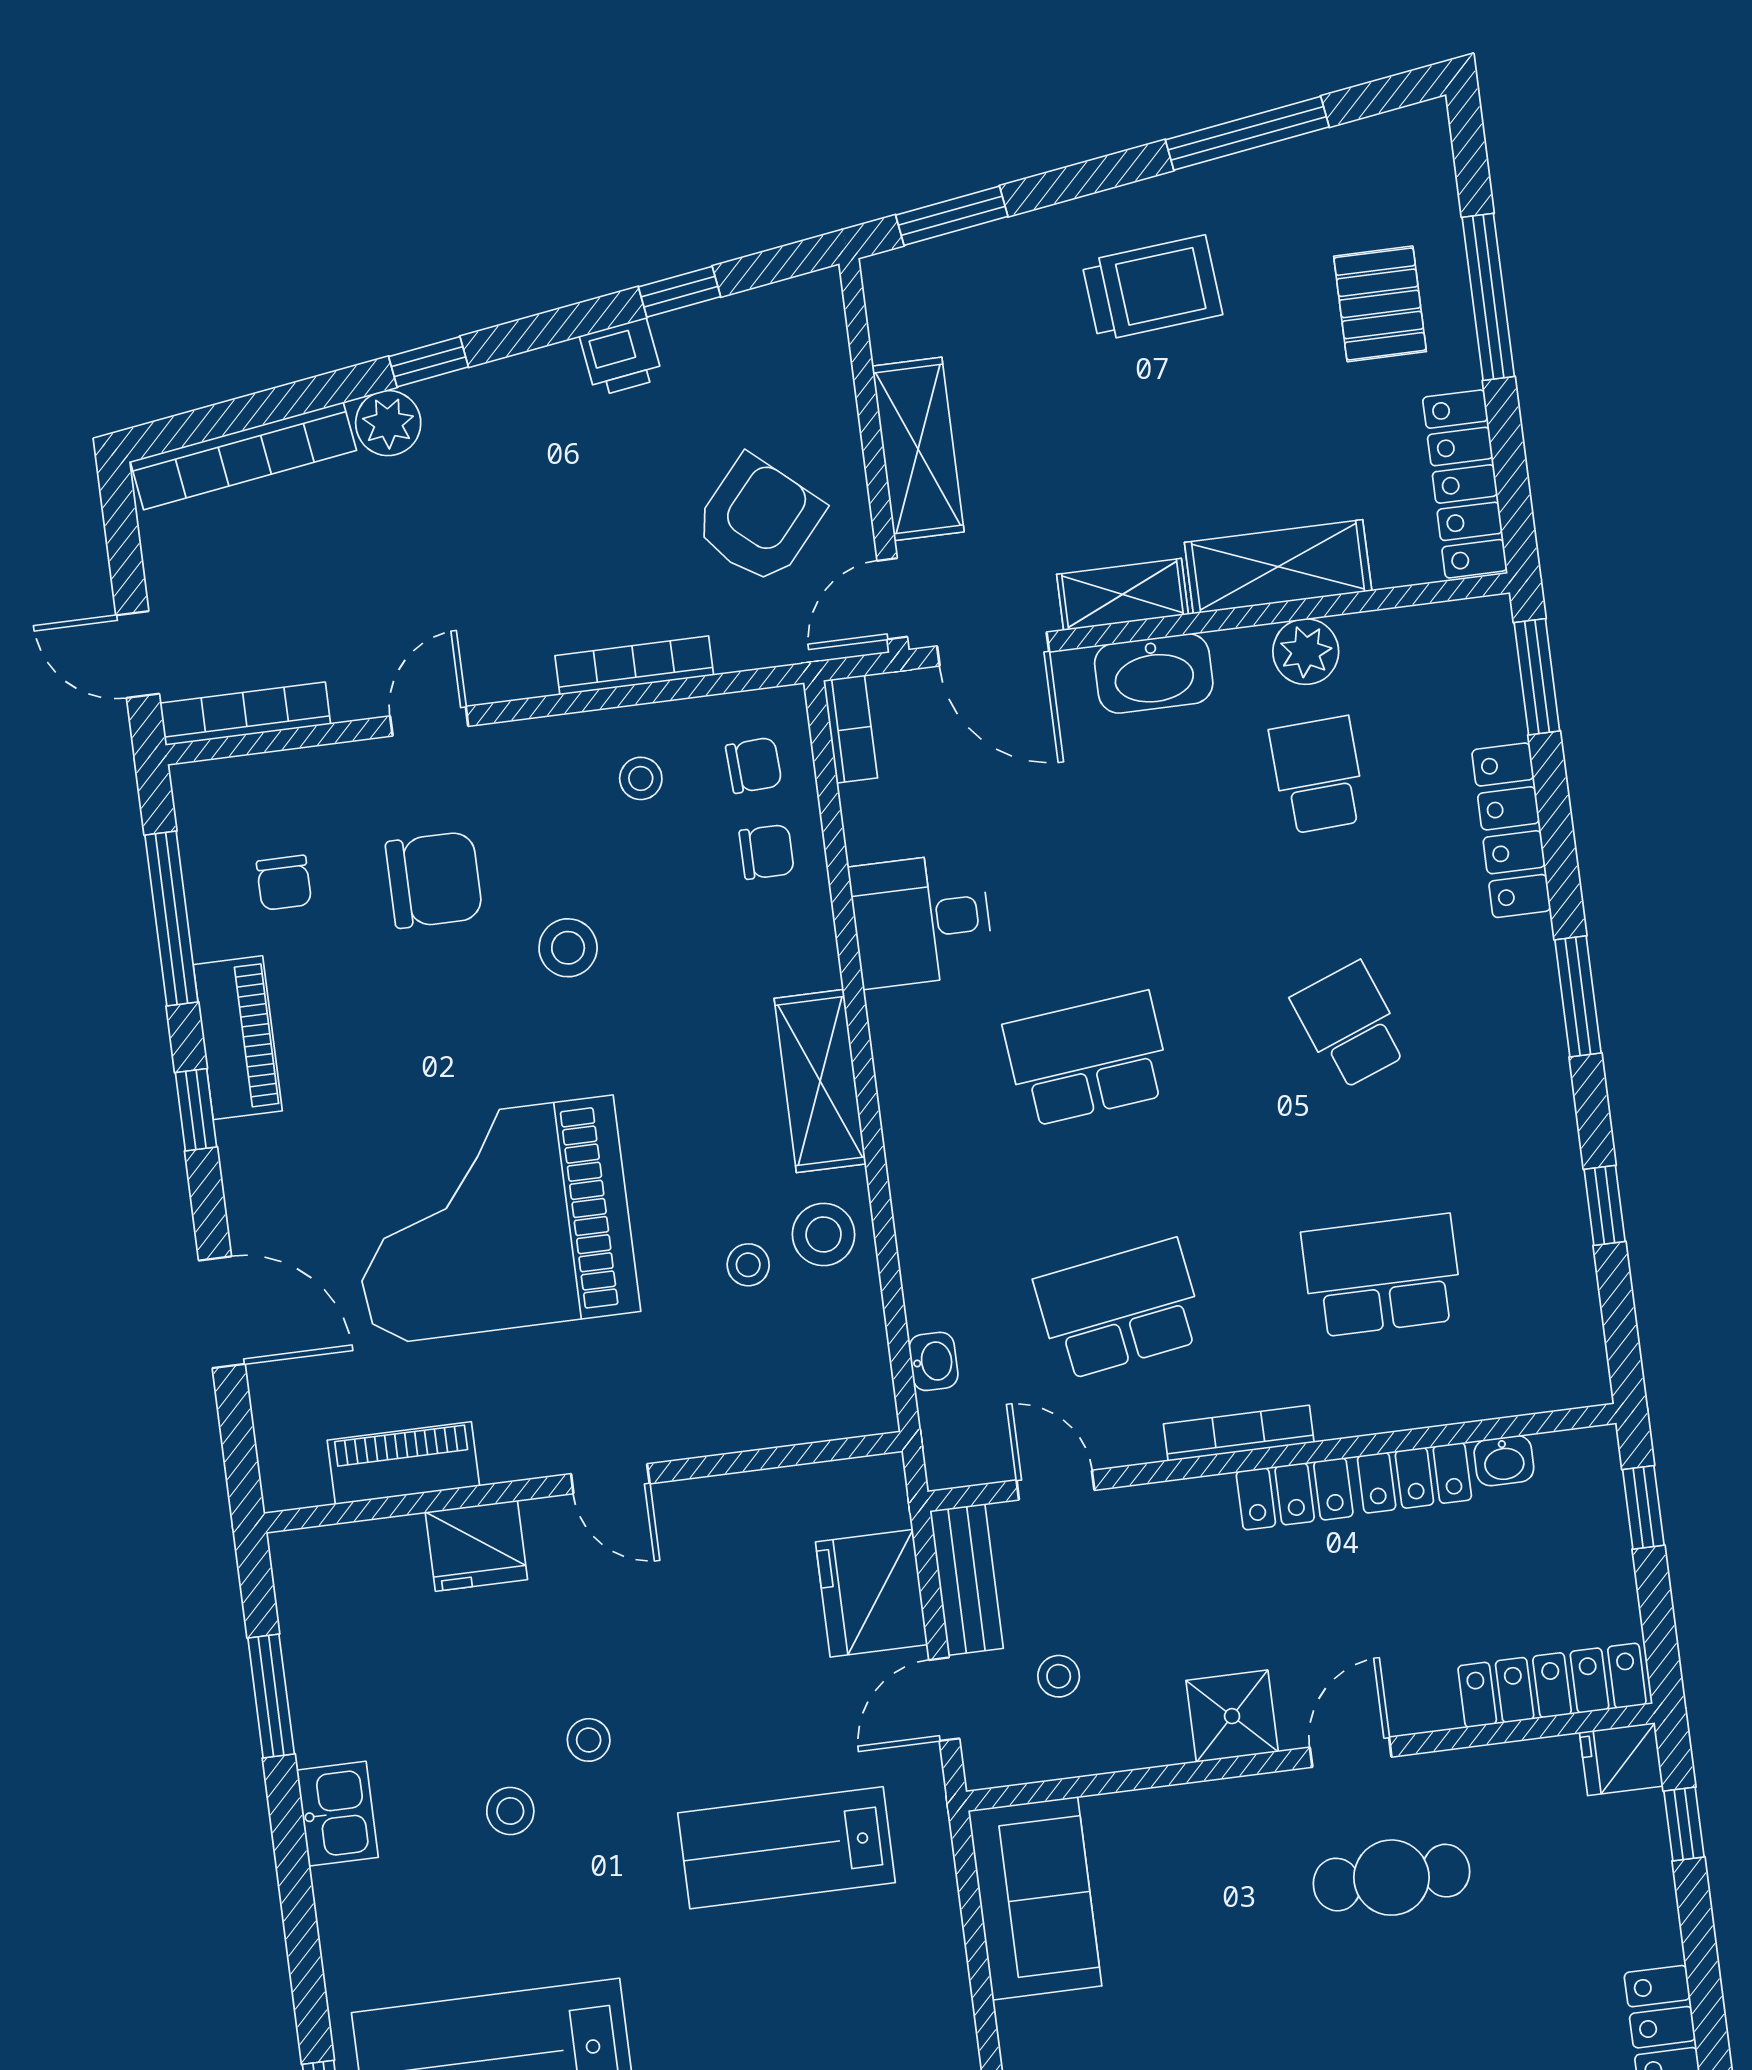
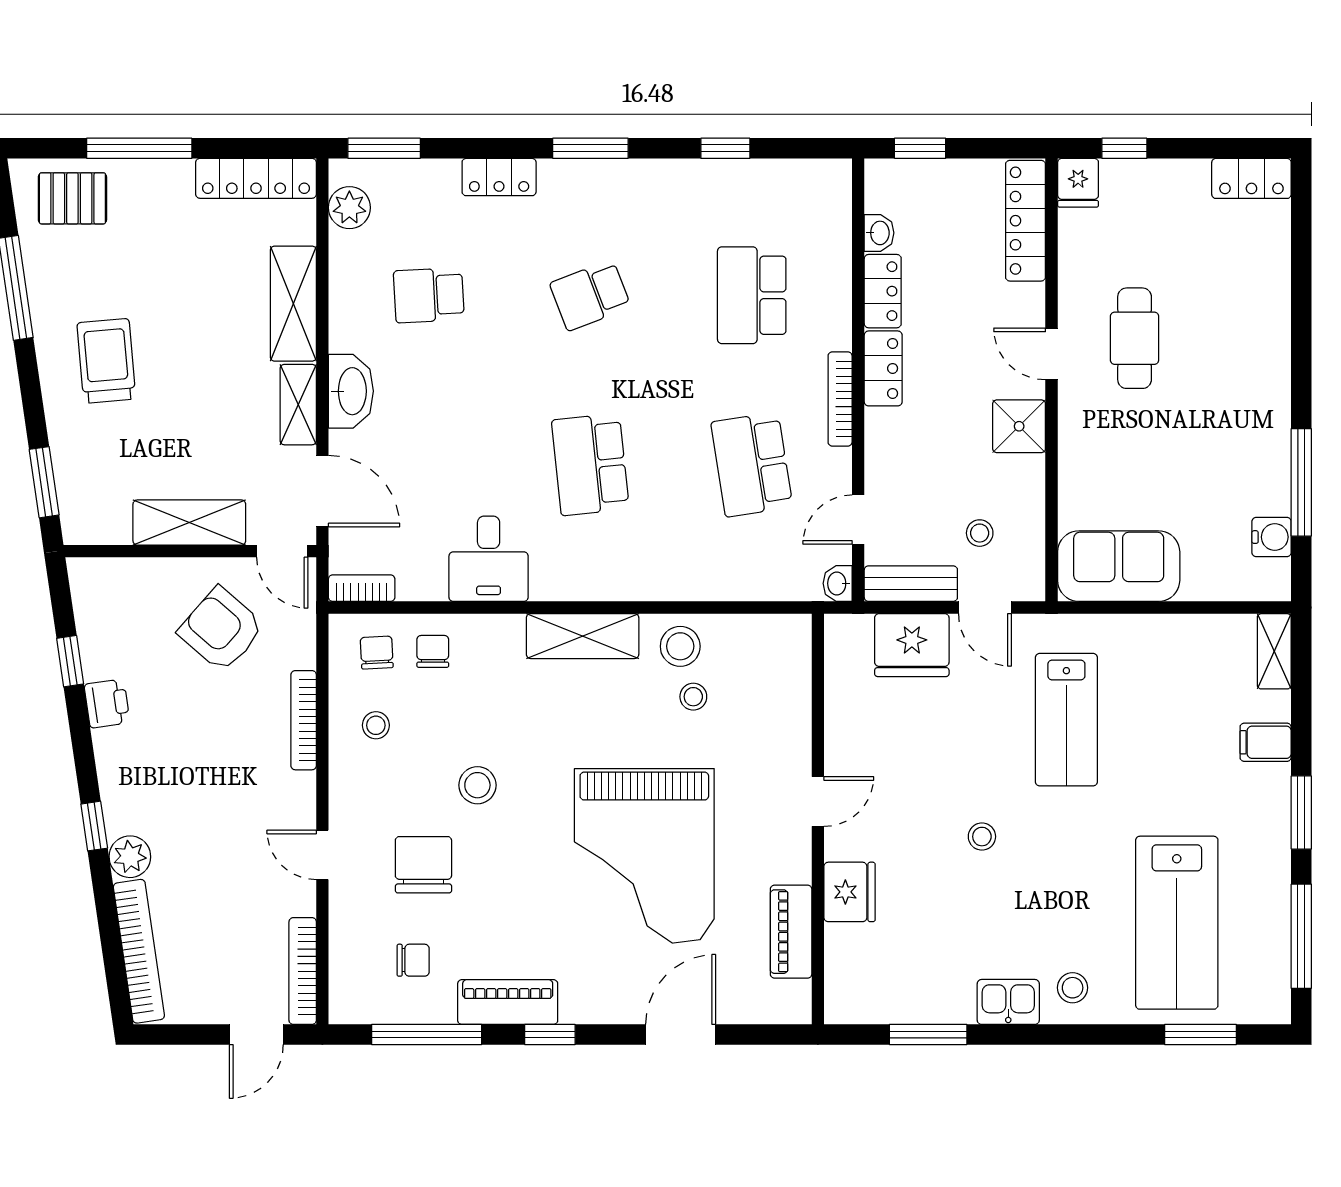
pallet: (1380, 304) -> (72, 198), moved
door: (993, 649) -> (322, 491), hinge flipped
plant: (1306, 652) -> (349, 208), moved
locker: (1511, 830) -> (499, 177), width x0.66
washbasin: (933, 1361) -> (838, 583), moved, turned -90
stool: (510, 1811) -> (1073, 988), moved

